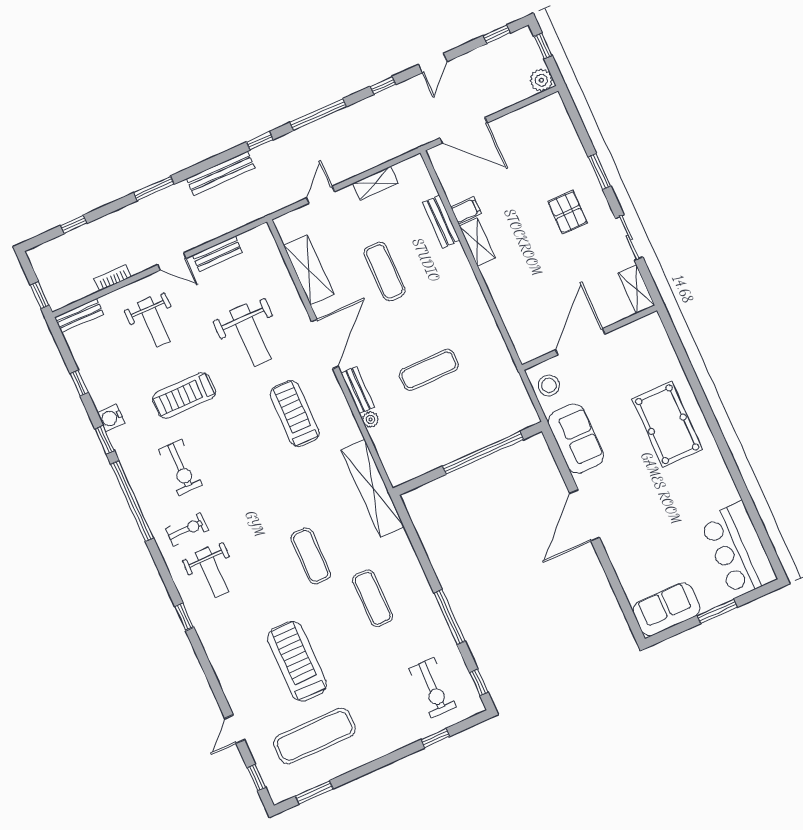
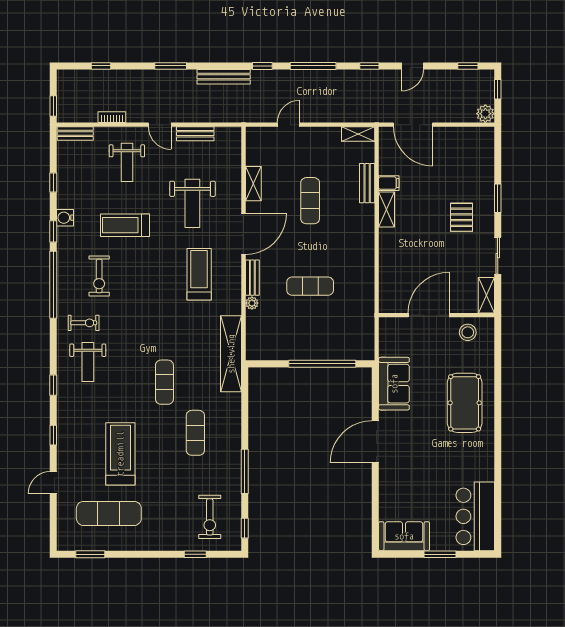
shelving: (375, 183) -> (358, 134), moved
shelving: (309, 270) -> (253, 184), width x0.67, depth x0.75
stool: (549, 385) -> (468, 332), moved
window: (256, 777) -> (53, 435), moved

